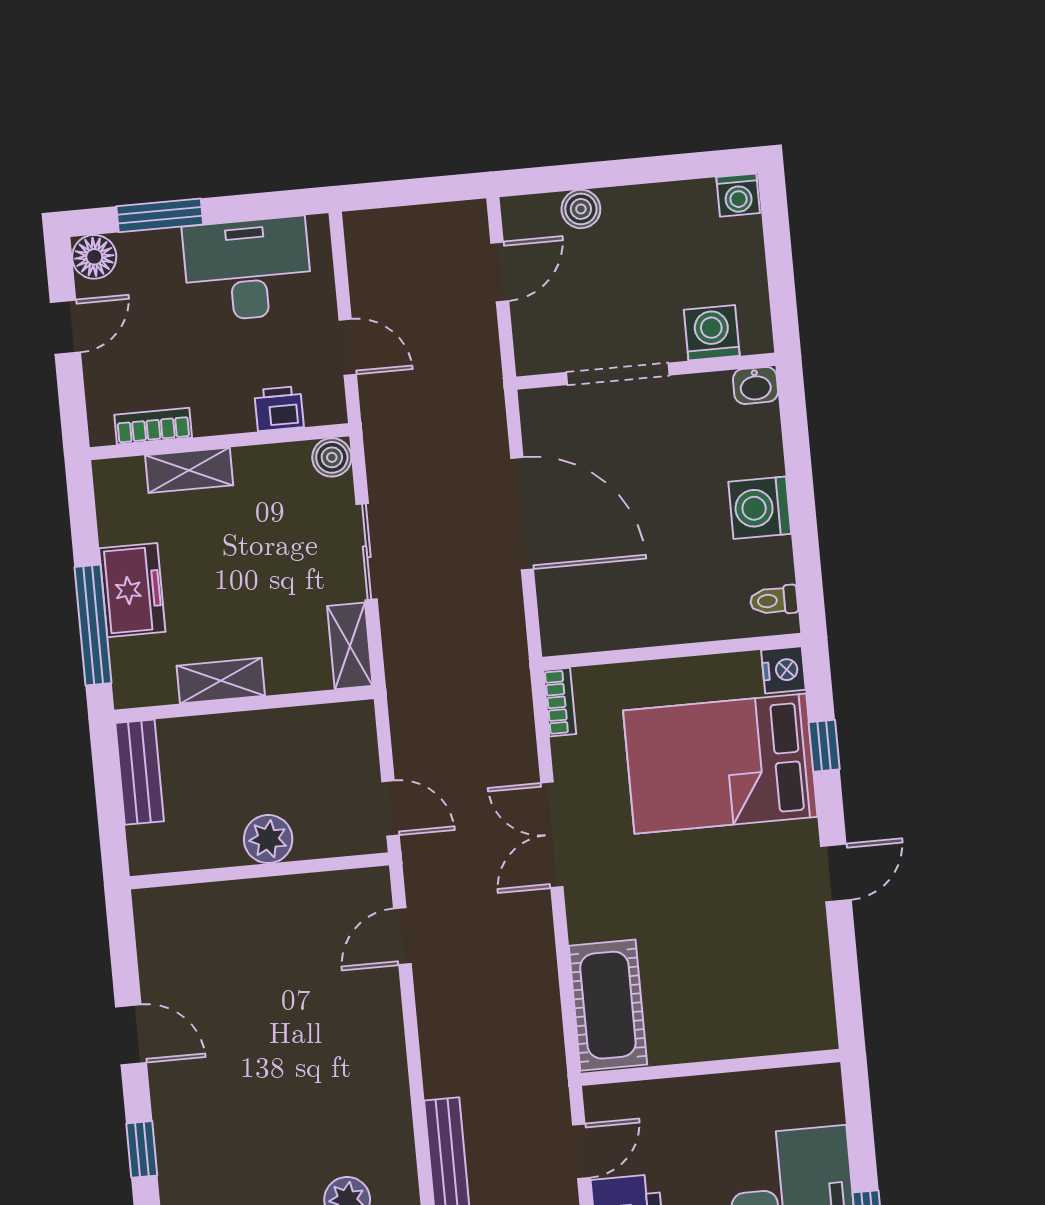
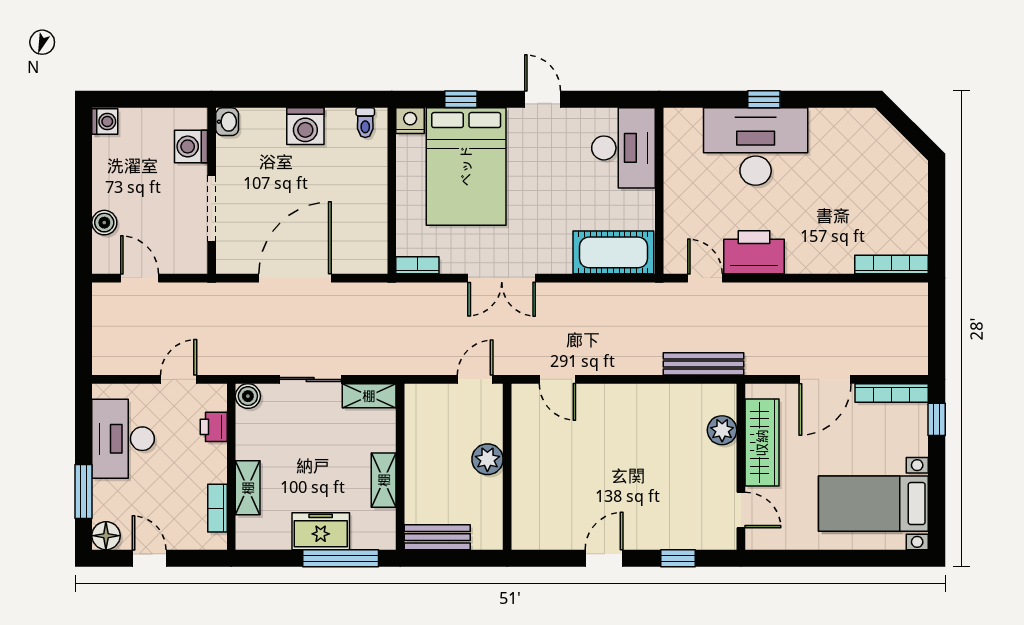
desk: (772, 1006) -> (623, 148), added

